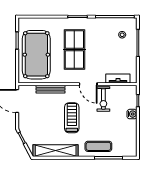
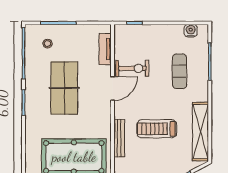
table tennis table: (74, 50) -> (64, 88), moved, turned 90
water cooler: (132, 114) -> (191, 31), moved
treadmill: (72, 118) -> (157, 129), moved
exercise mat: (98, 146) -> (179, 71), moved

